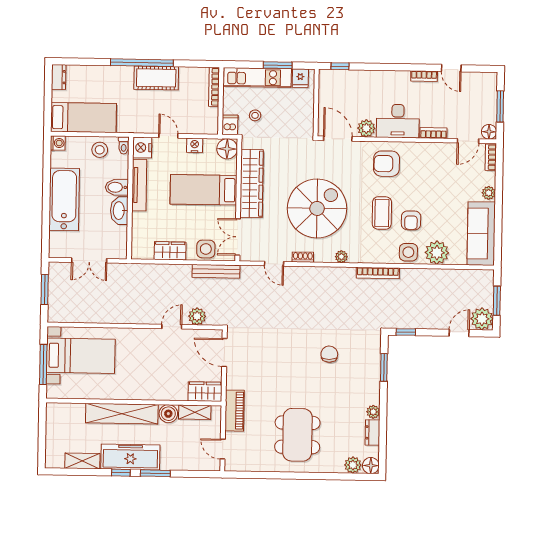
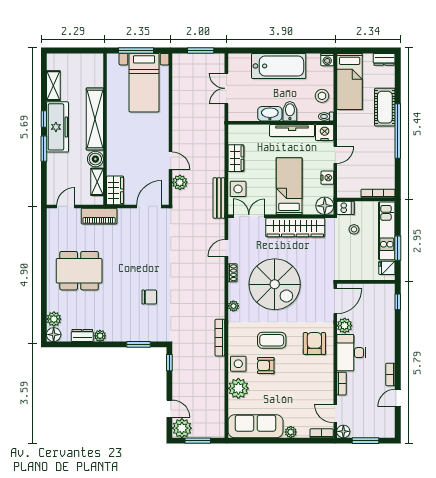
cot: (156, 78) -> (385, 107), moved

